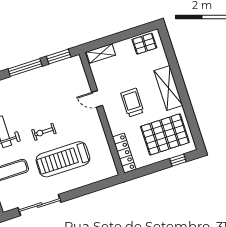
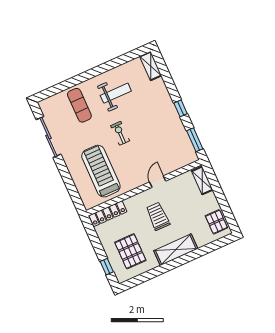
window: (25, 68) -> (181, 108), width x0.46
trolley: (132, 103) -> (158, 216), turned -90
pallet: (165, 134) -> (130, 251), width x0.73, depth x0.71
treadmill: (63, 159) -> (101, 171), moved

